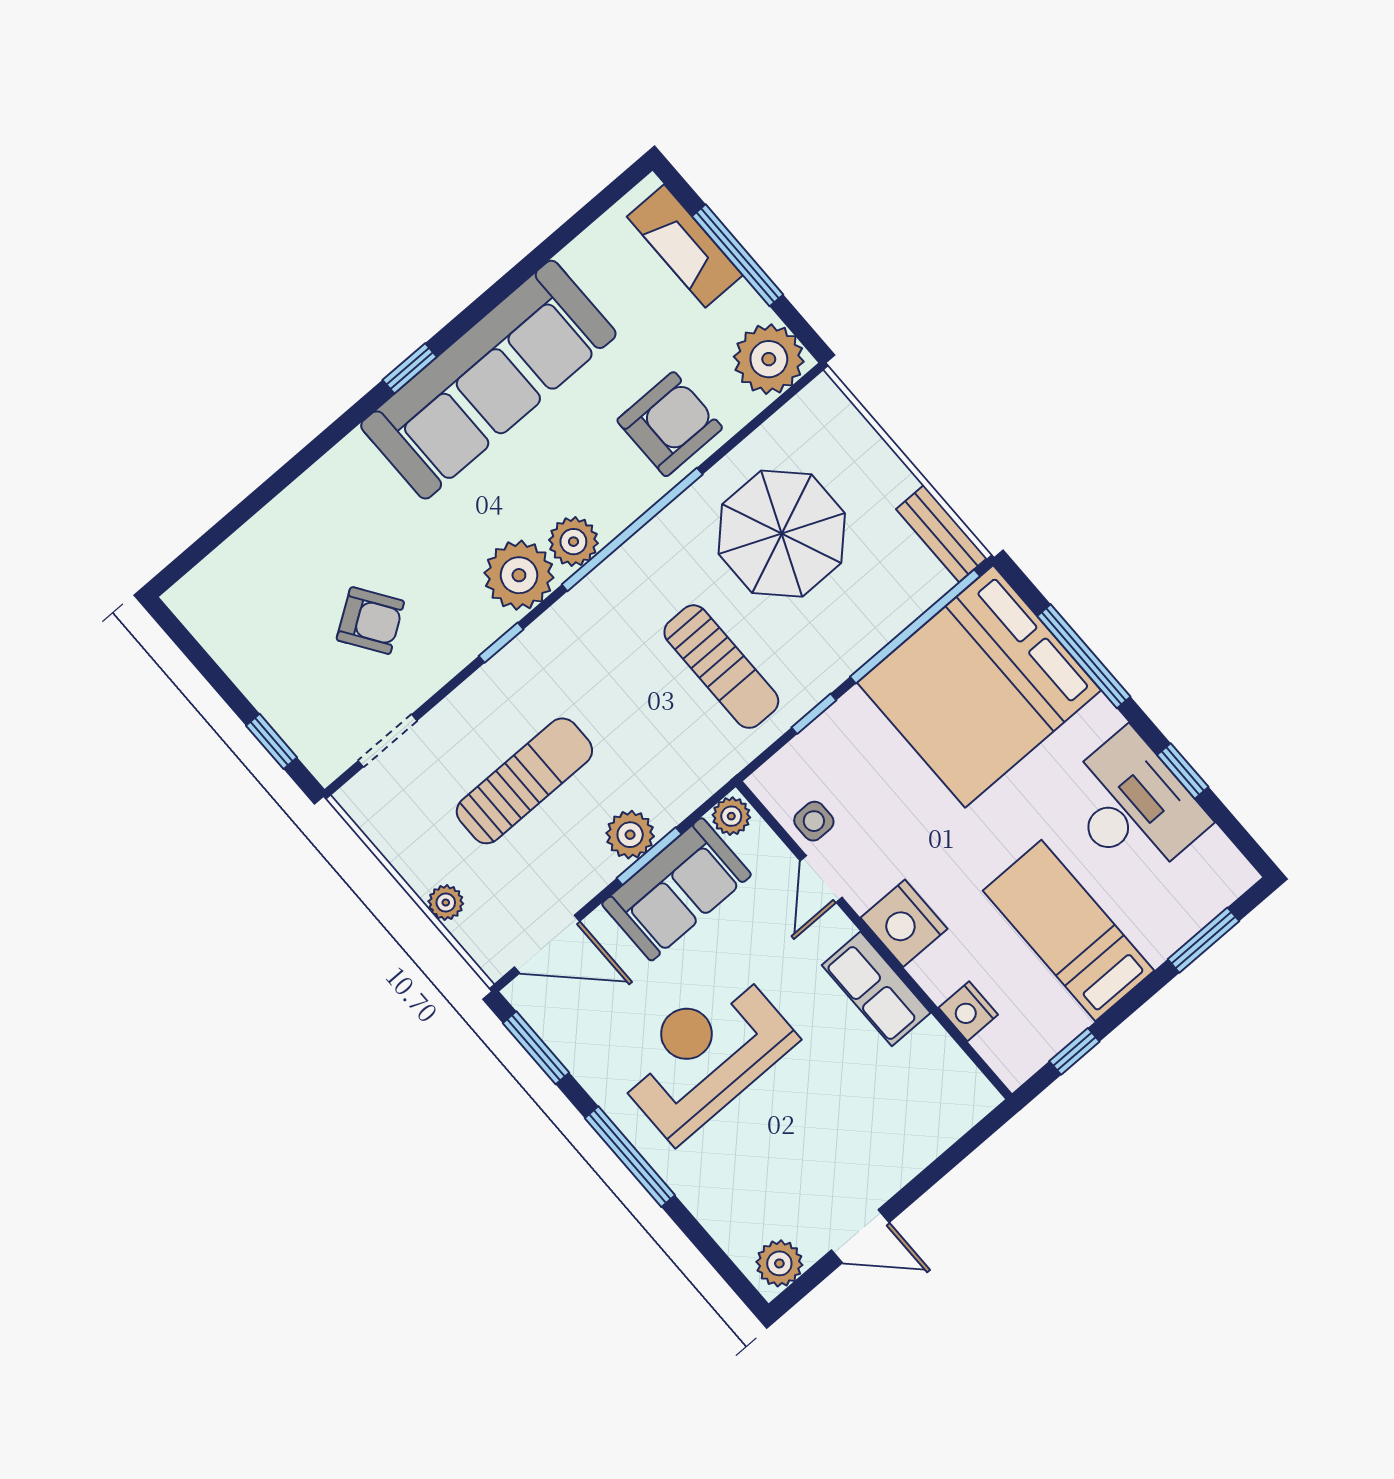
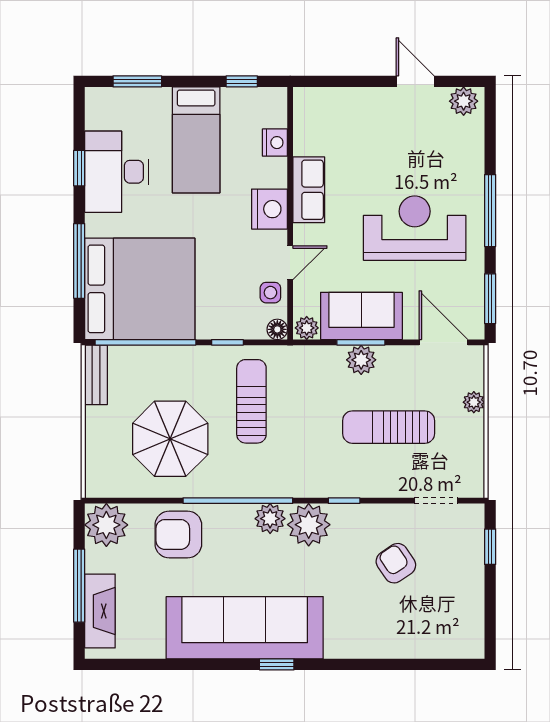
floor lamp: (766, 783) -> (277, 329), added
reception desk: (704, 1054) -> (415, 228), turned 180

